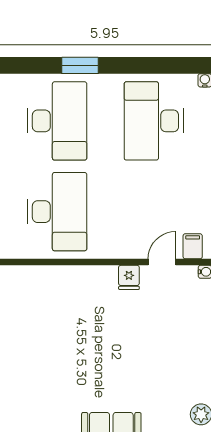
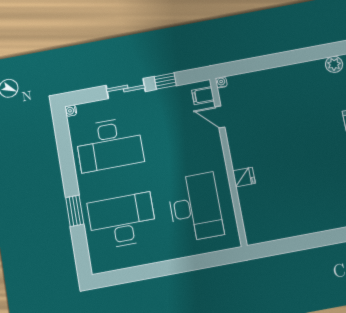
desk: (57, 212) -> (195, 207), turned 90
fridge: (129, 277) -> (244, 177), moved

